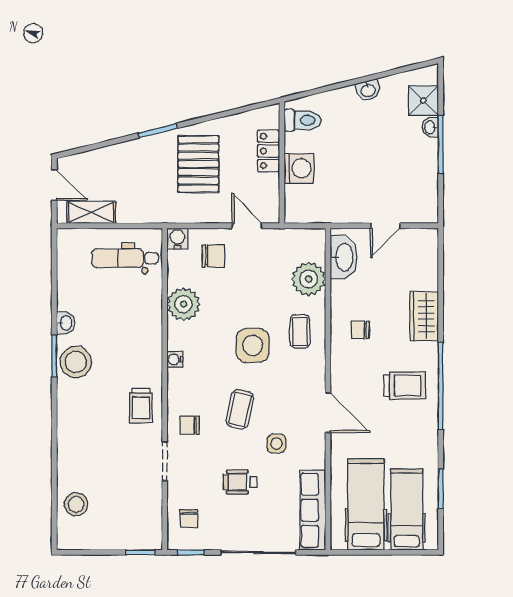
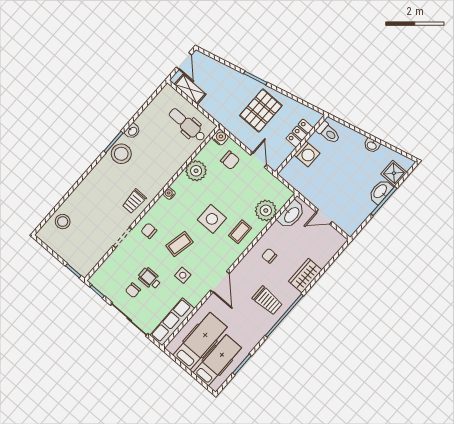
washbasin: (430, 127) -> (380, 192), width x1.91, depth x1.45
chair: (189, 519) -> (133, 290), moved

